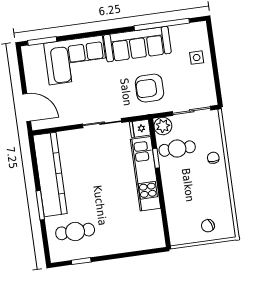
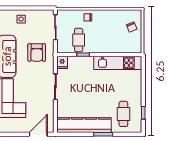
plant: (163, 126) -> (63, 47), removed
kitchen unit: (145, 174) -> (118, 63), moved

